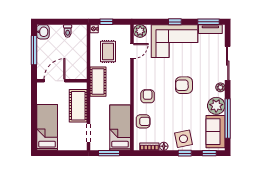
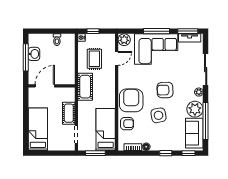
window: (175, 22) -> (156, 31), width x2.17
washbasin: (43, 32) -> (34, 54), moved
armchair: (148, 96) -> (131, 100), width x1.88, depth x1.88
cot: (78, 106) -> (69, 113), width x0.73, depth x0.75
side table: (183, 139) -> (158, 115), moved

